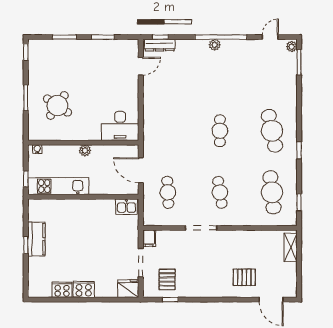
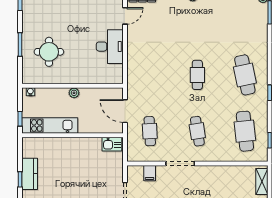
round table: (57, 106) -> (49, 52), turned -34
desk: (120, 126) -> (110, 47), moved, turned -90
filing cabinet: (149, 238) -> (150, 173), moved

